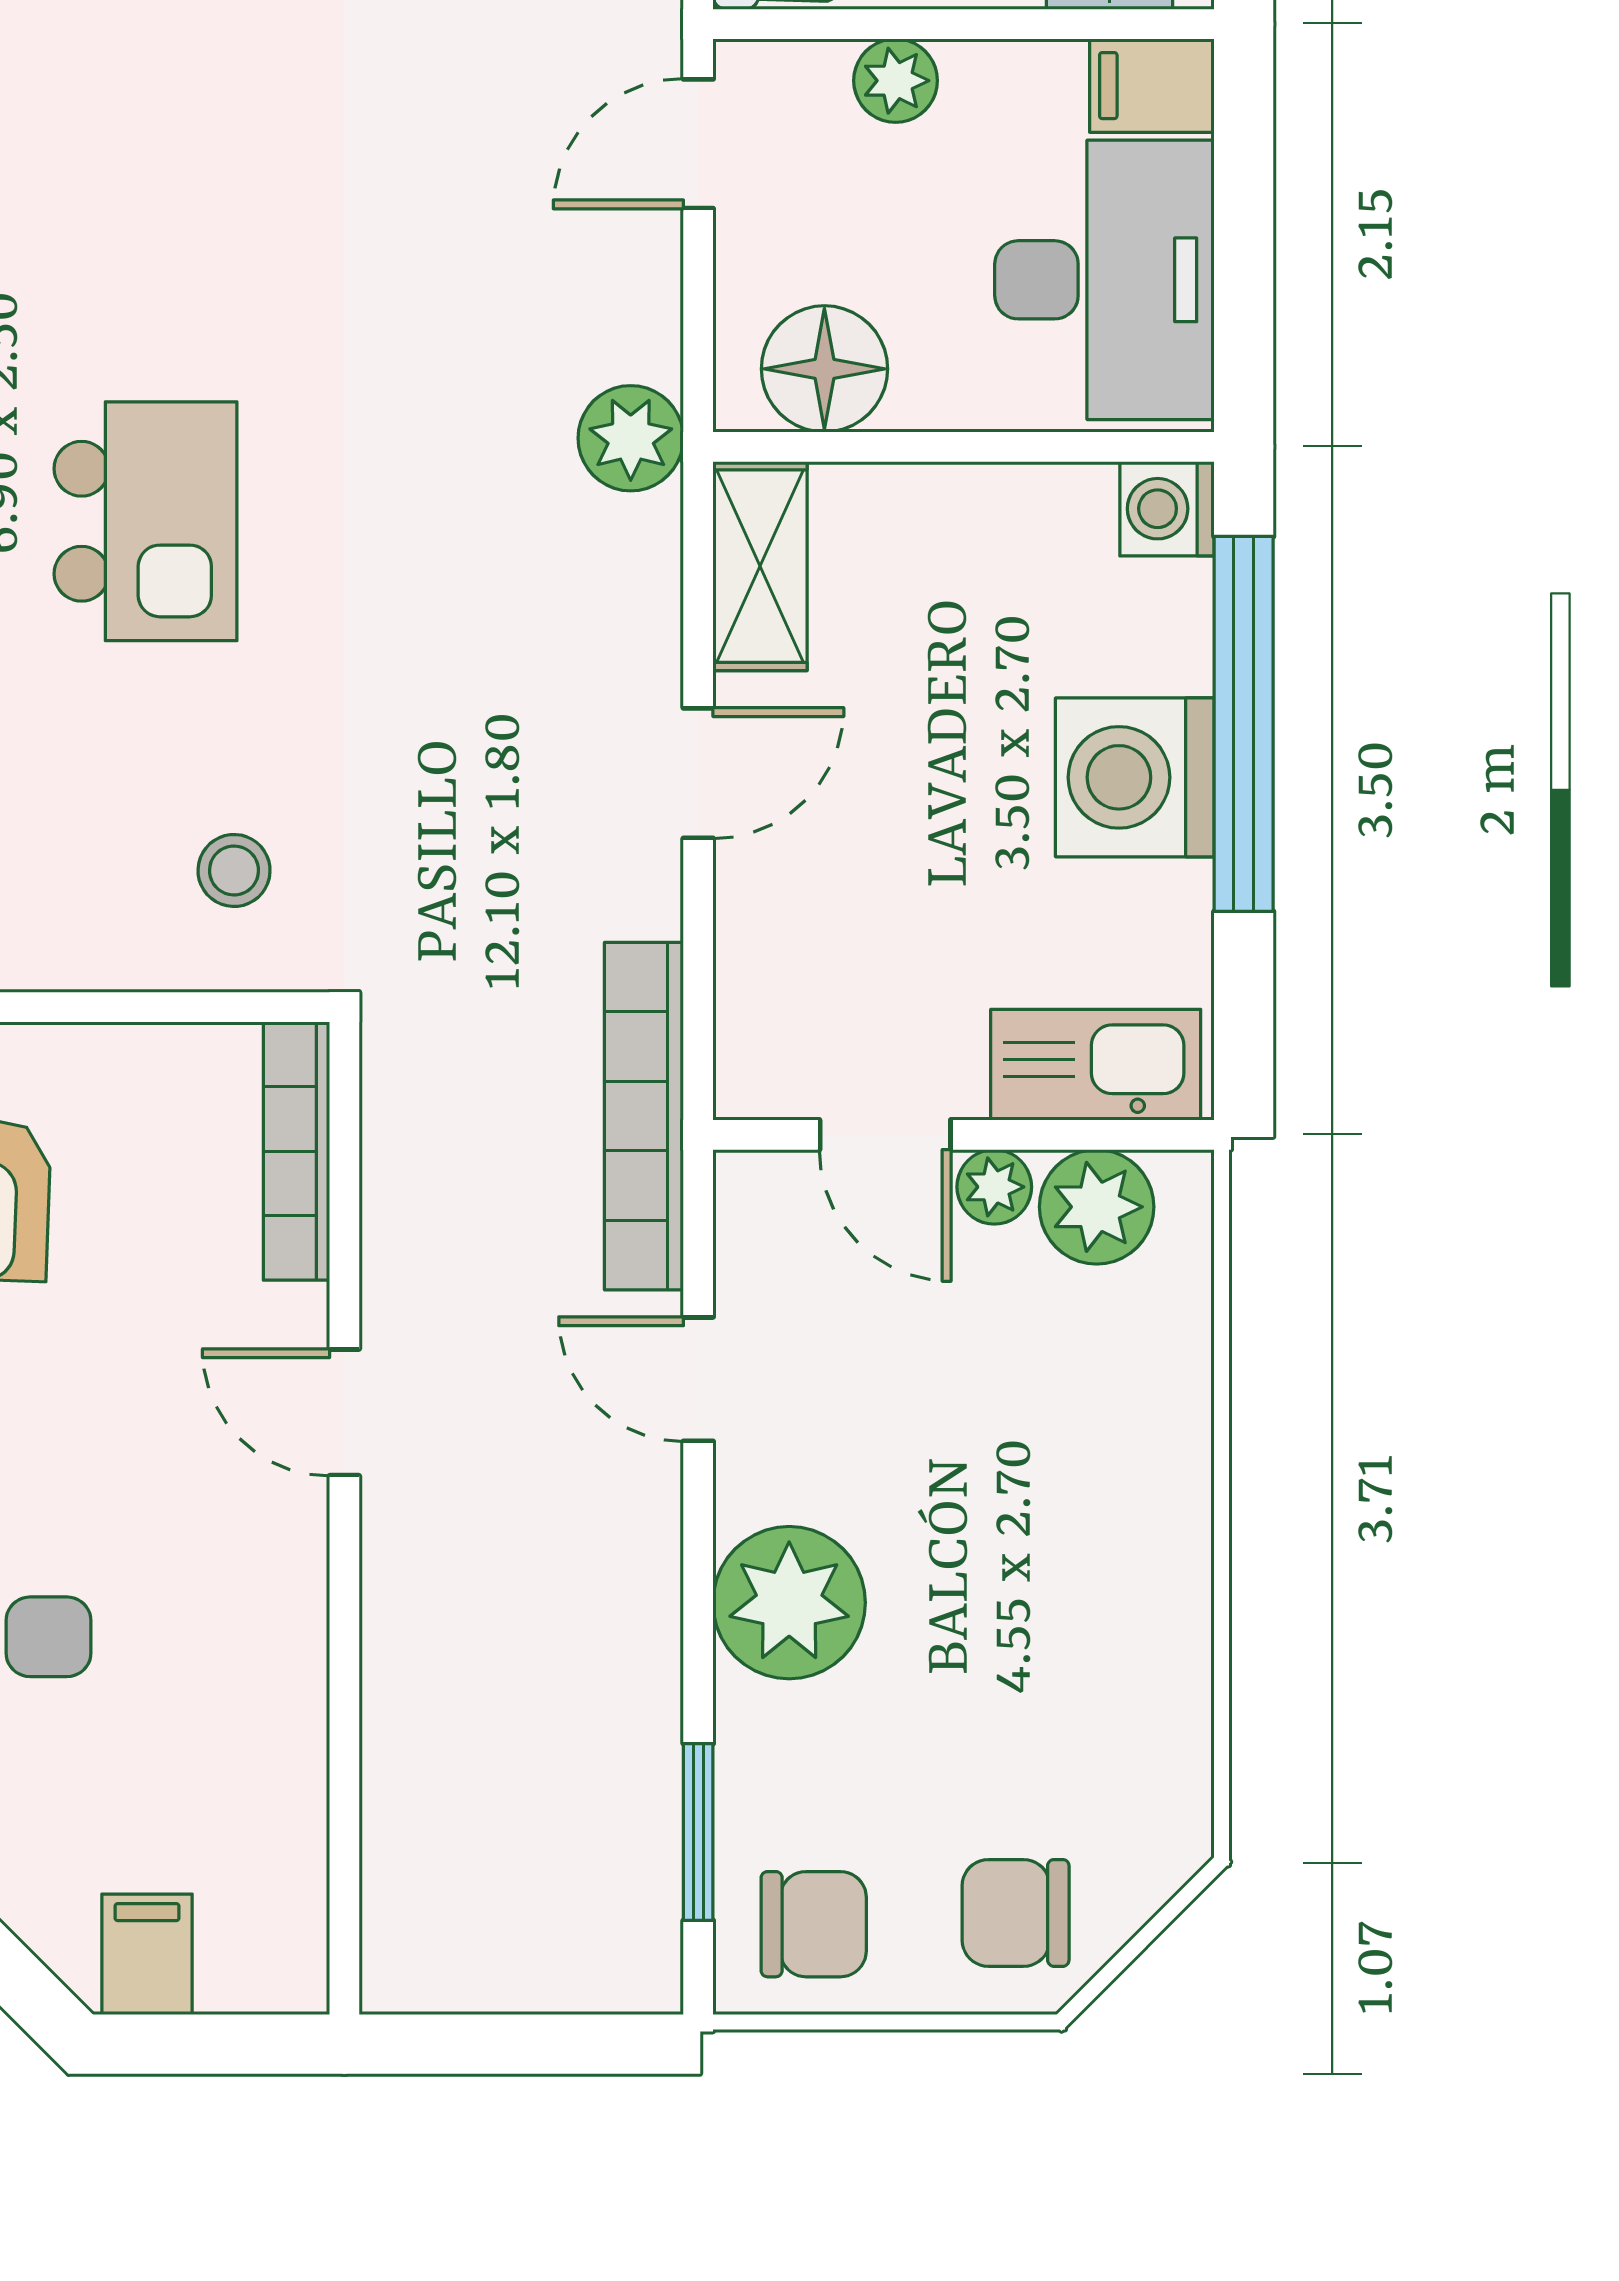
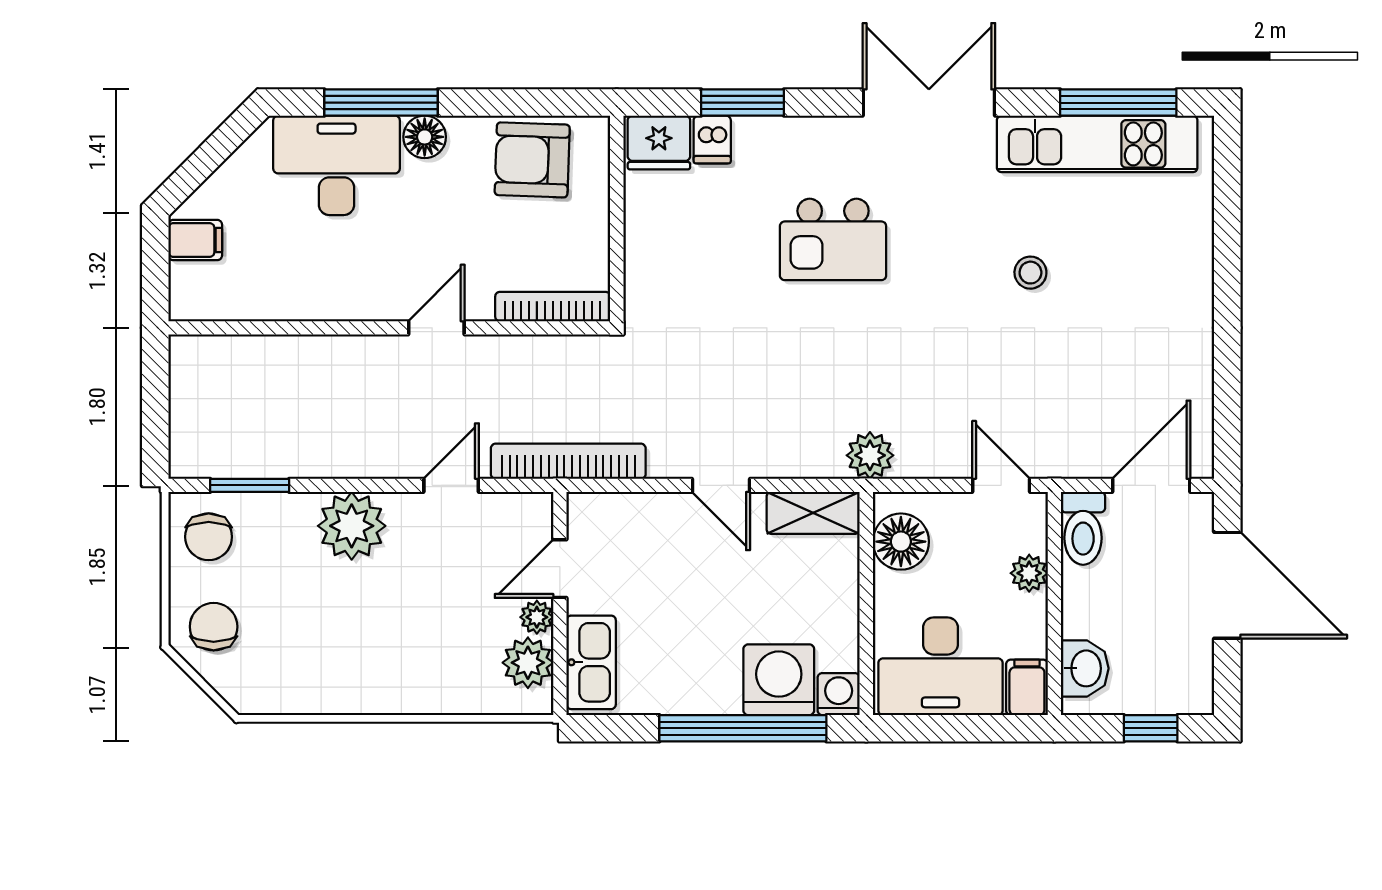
washing machine: (1135, 777) -> (779, 680), moved
stool: (234, 870) -> (1030, 273), moved

